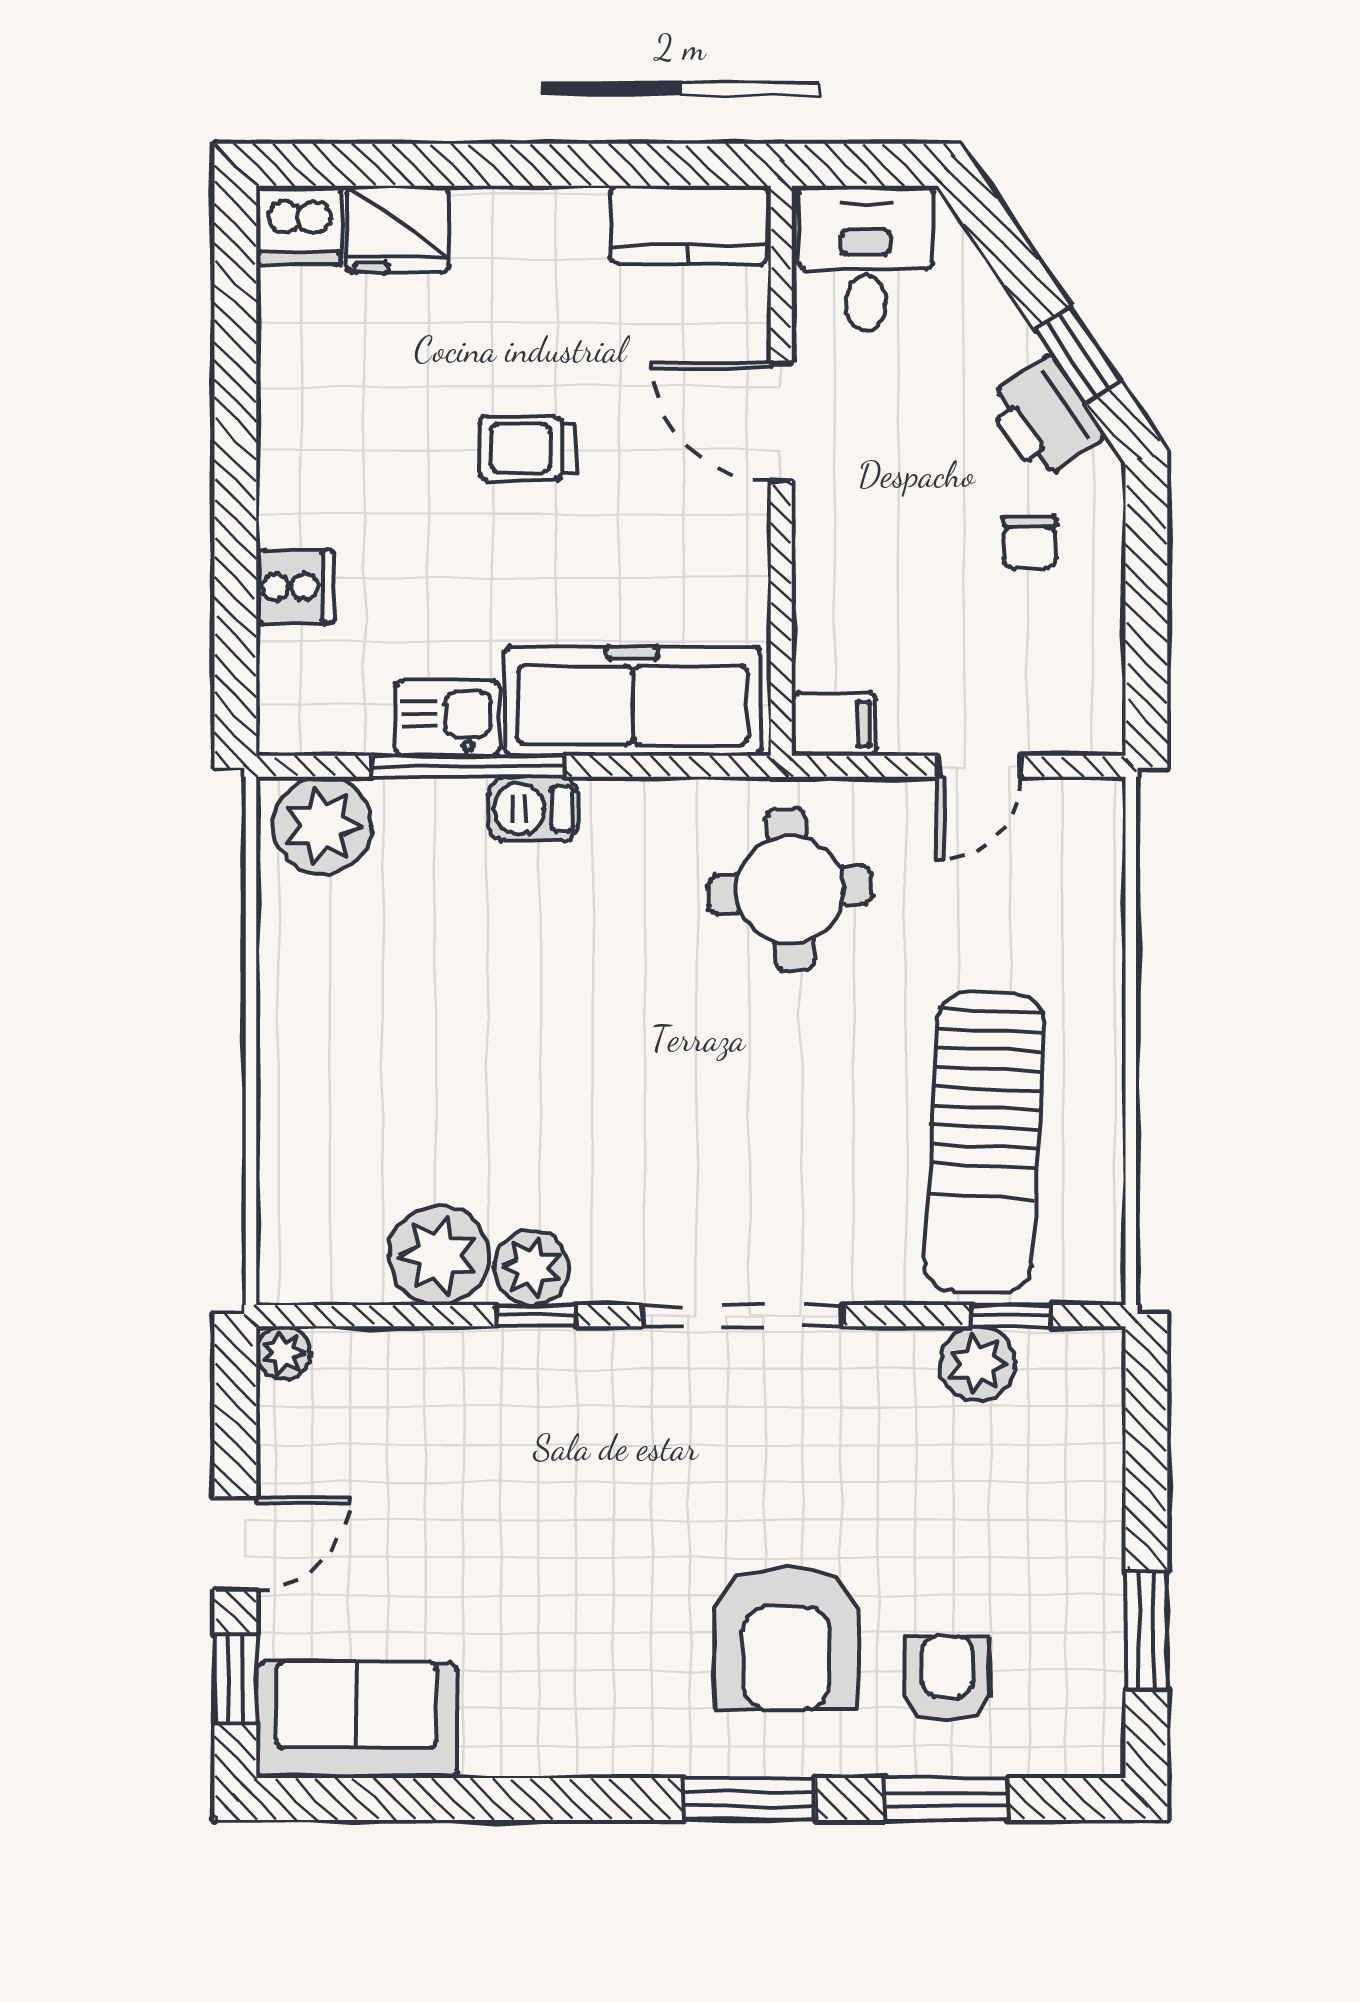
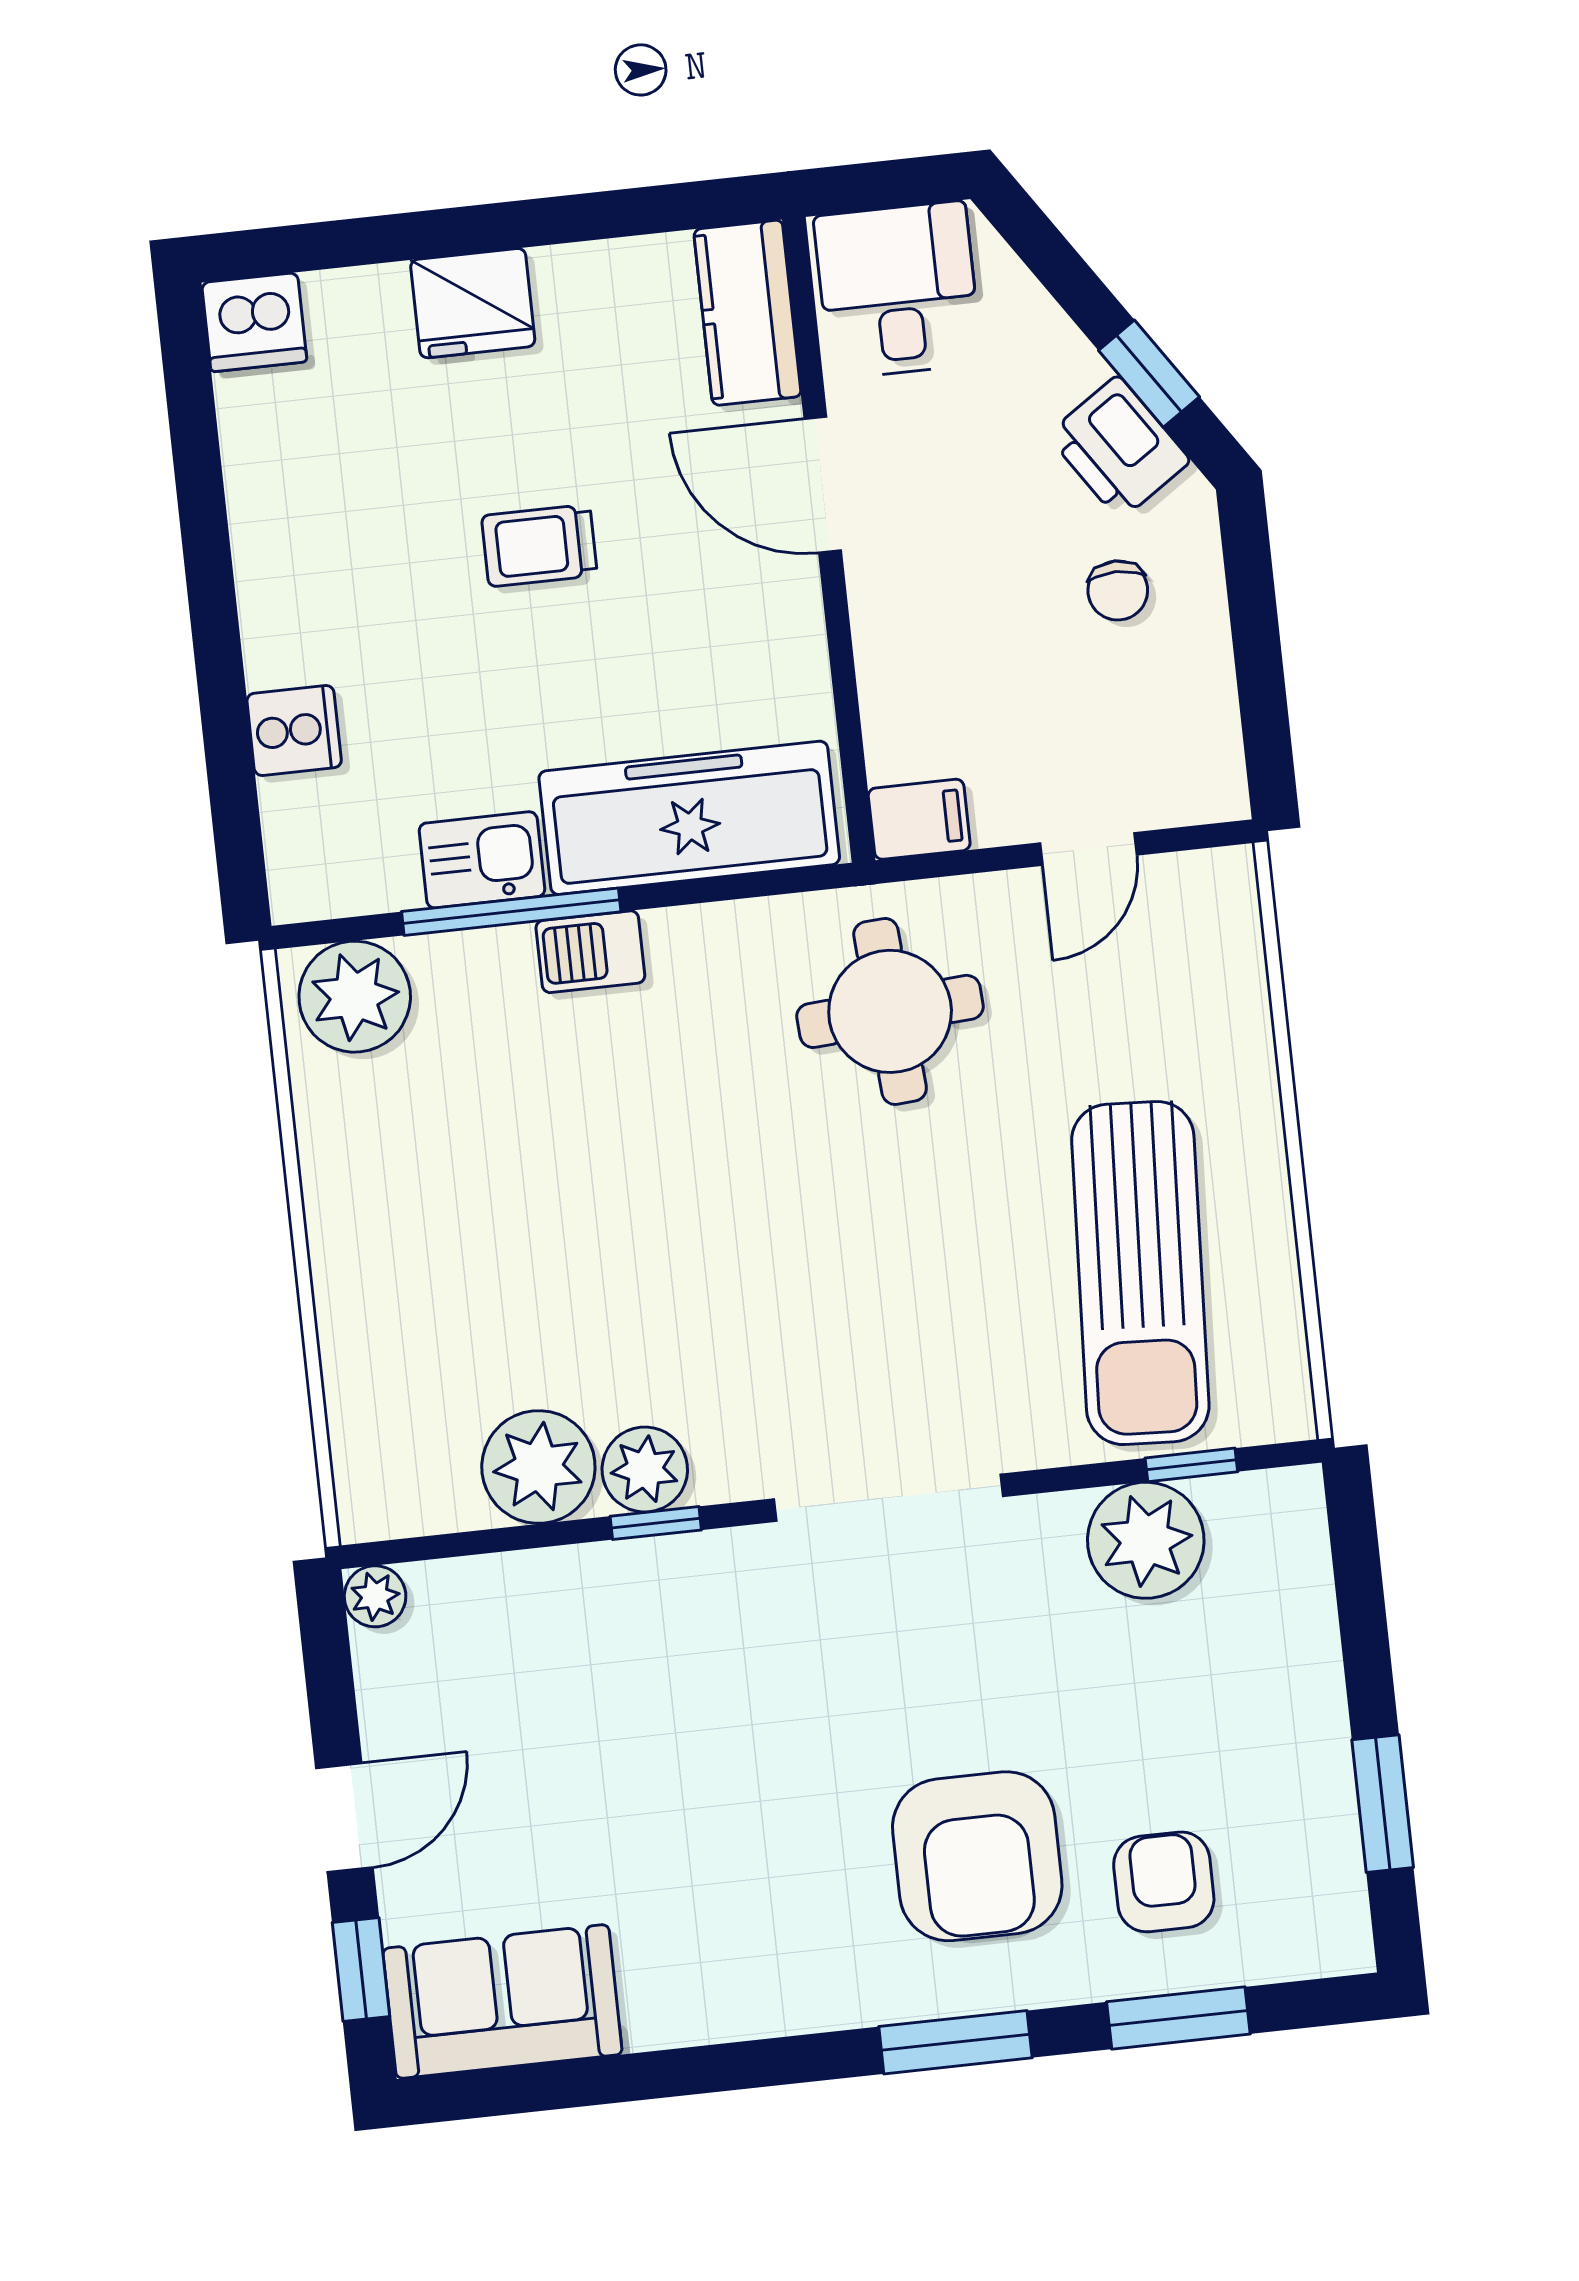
kitchen counter: (689, 225) -> (747, 313), moved, turned 90
fridge: (398, 229) -> (473, 303), moved
plant: (978, 1364) -> (1146, 1540), width x1.36, depth x1.36

